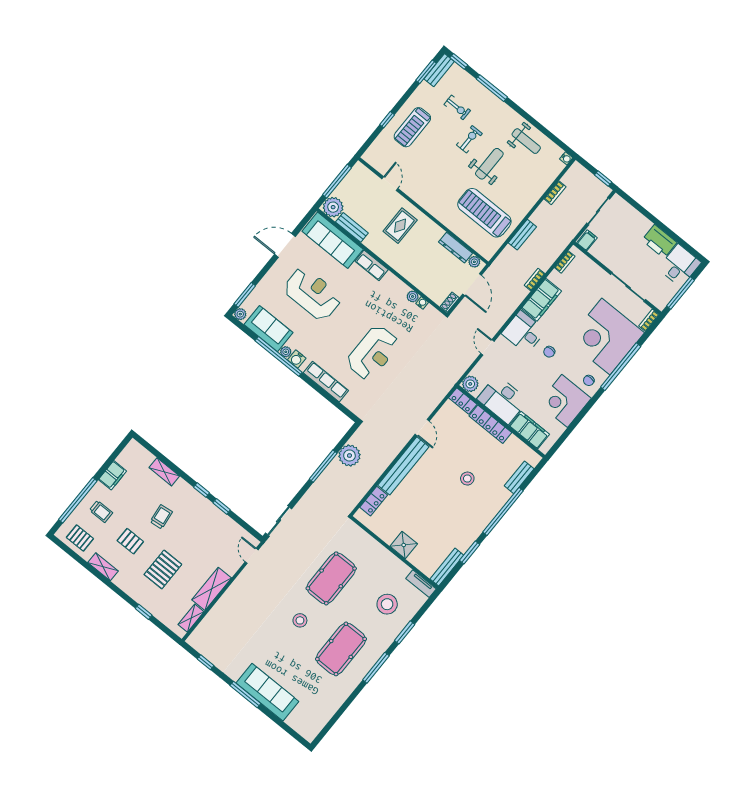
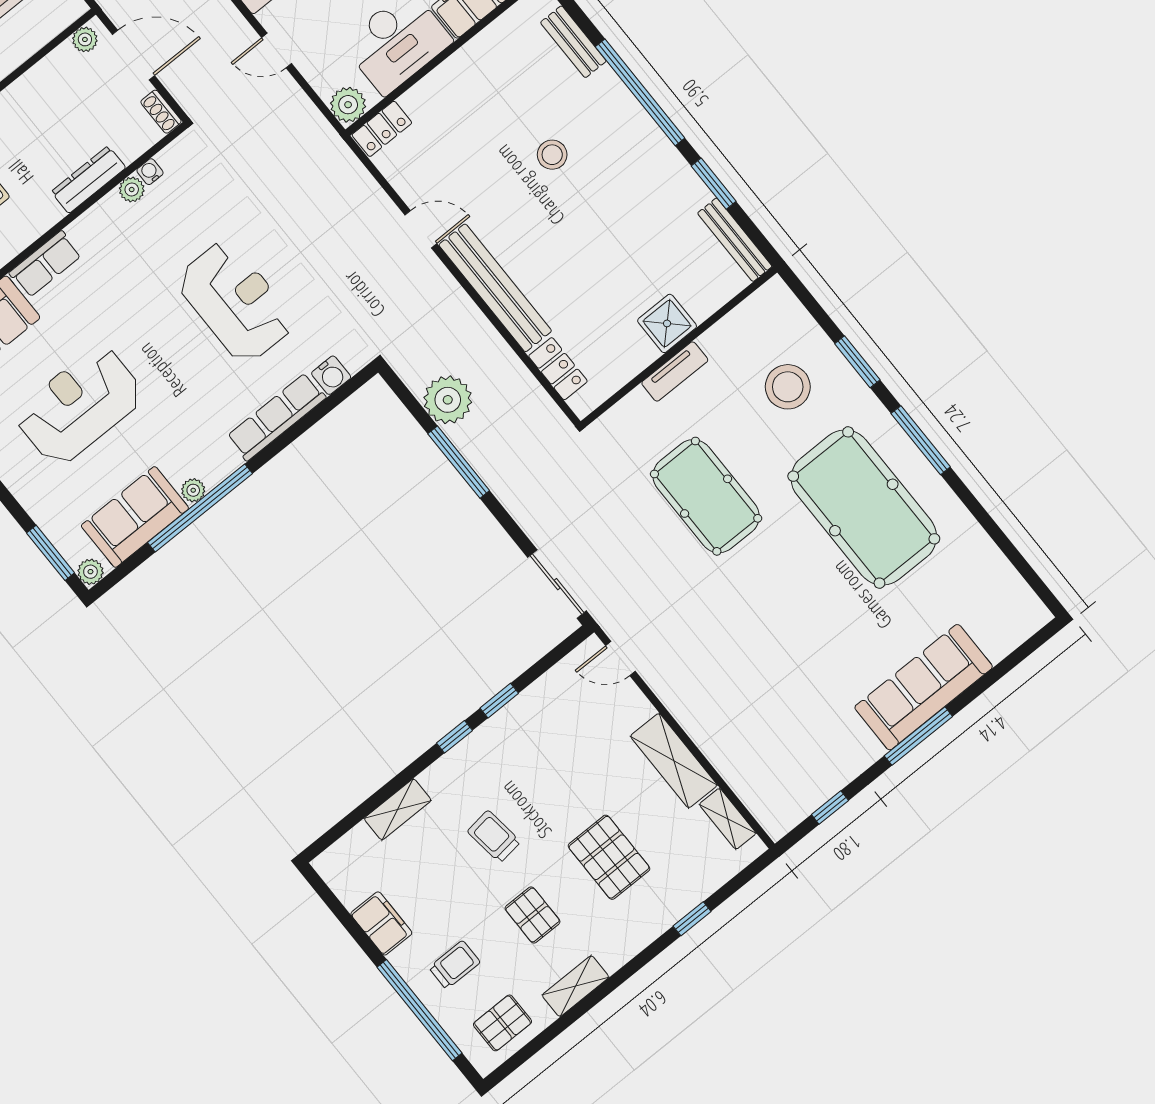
dresser: (456, 248) -> (89, 180), moved, turned 180
water cooler: (297, 359) -> (331, 375), moved
locker: (490, 424) -> (445, 80), removed
pallet: (130, 541) -> (533, 915), turned 90
tv unit: (421, 584) -> (675, 372), moved
stool: (300, 620) -> (783, 583), removed
pool table: (341, 649) -> (864, 507), width x1.36, depth x1.32

